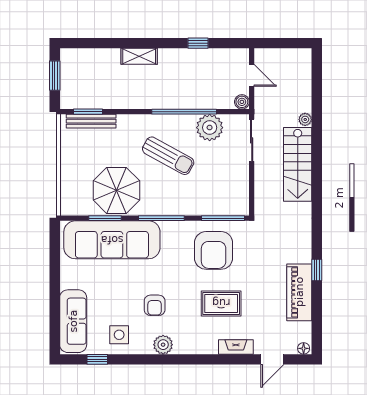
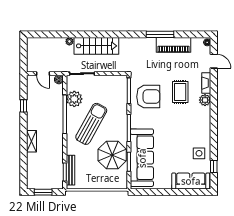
door: (252, 75) -> (43, 74), swing flipped
sun lounger: (168, 156) -> (91, 124), width x1.36, depth x1.34
window: (317, 270) -> (160, 34), width x2.17
armchair: (155, 305) -> (181, 132), removed
plant: (163, 345) -> (205, 100), moved

